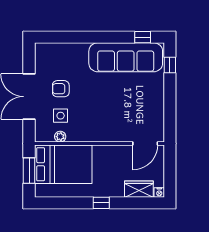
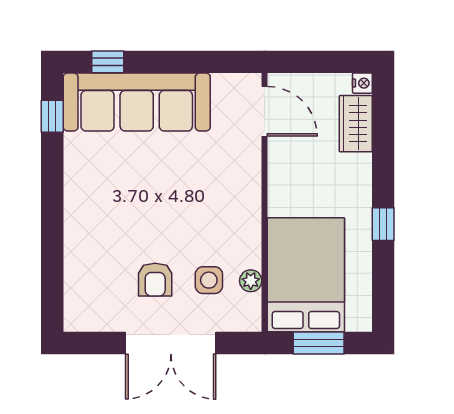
sofa: (126, 57) -> (137, 102), moved, turned 90
window: (101, 203) -> (383, 224), moved

